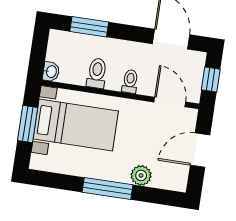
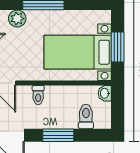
window: (89, 27) -> (58, 135), moved
toilet: (97, 73) -> (86, 116), moved, turned 180

